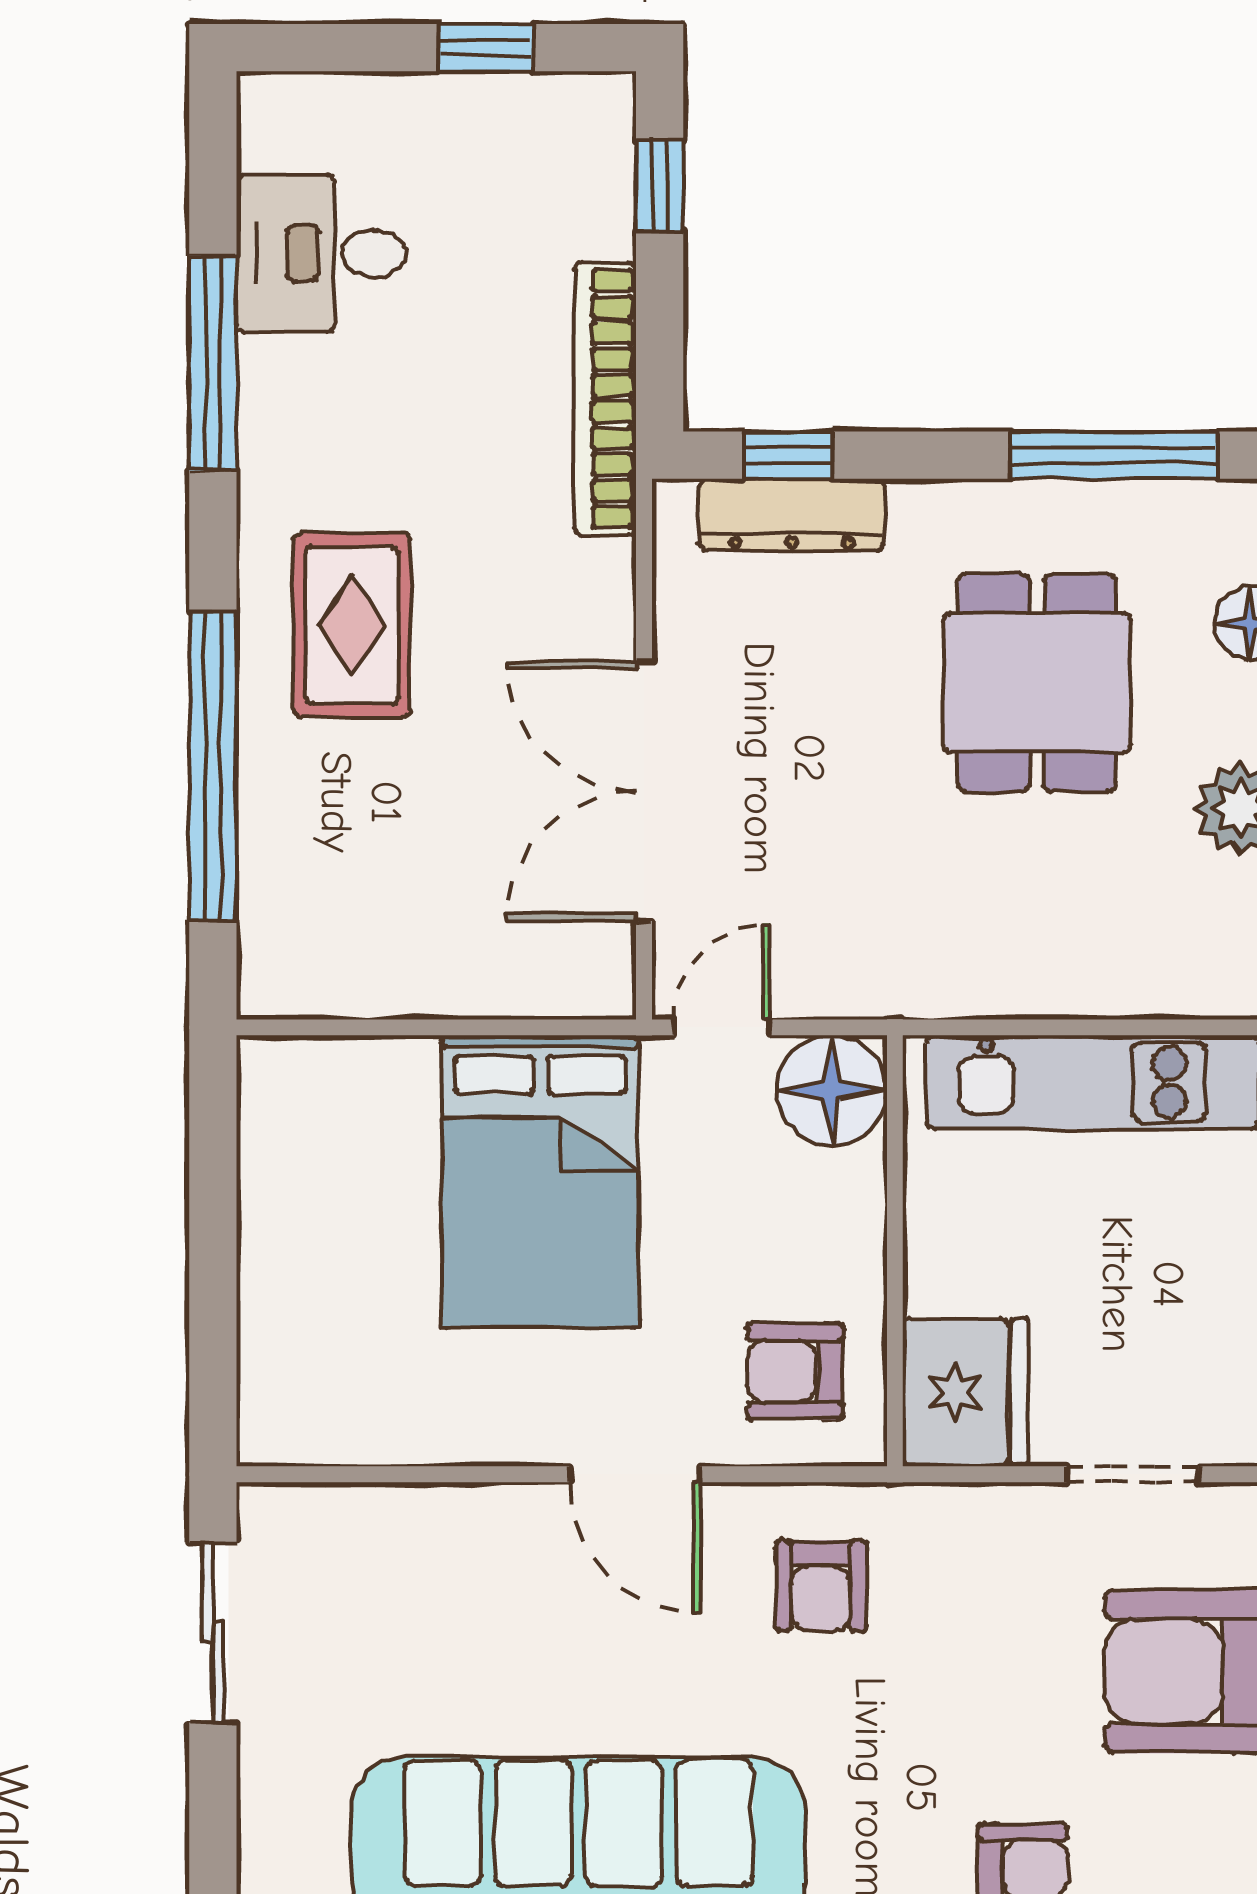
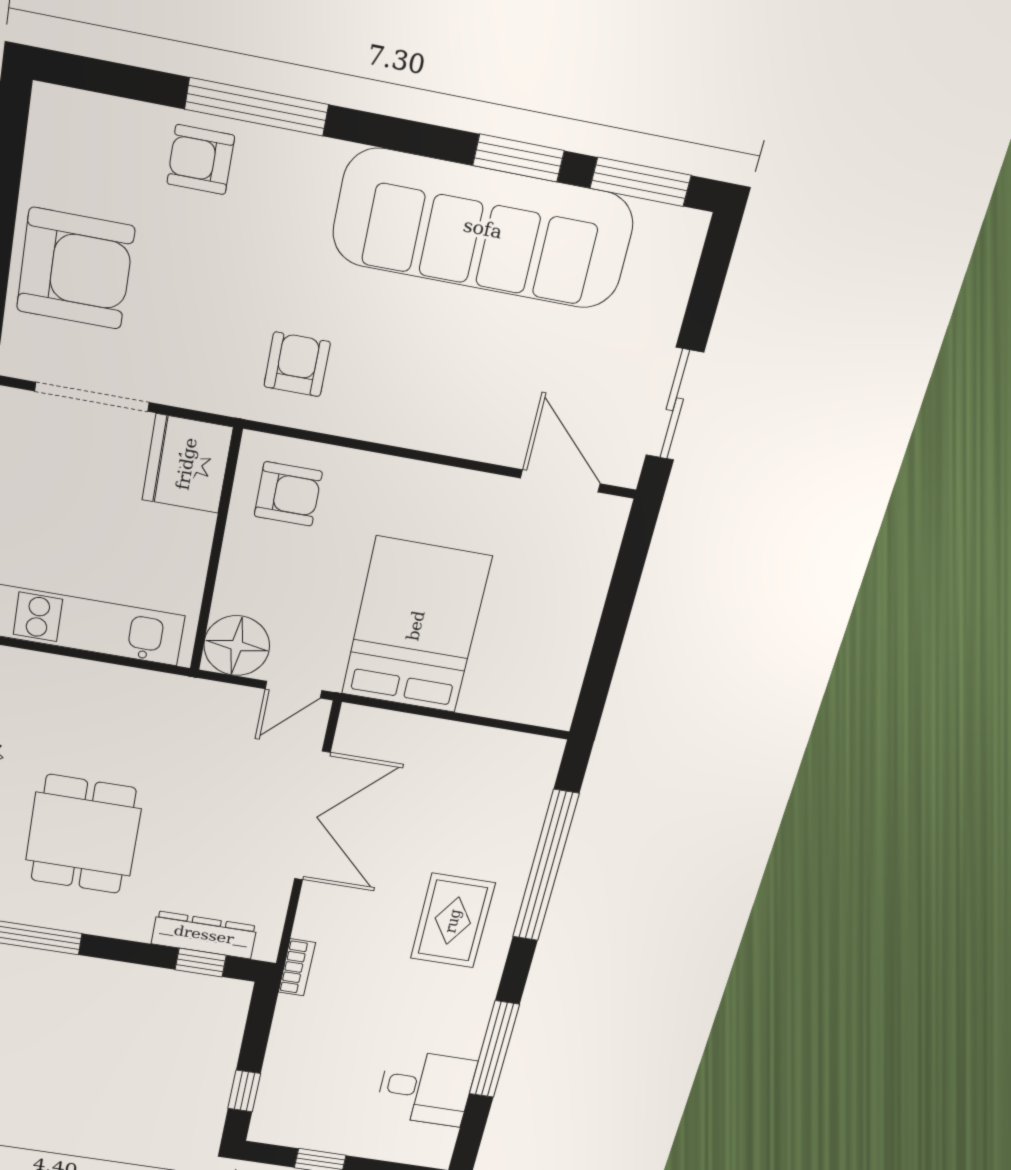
bookcase: (605, 399) -> (297, 967), width x0.43, depth x0.76
door: (634, 1474) -> (560, 481), moved
doorway: (1133, 1474) -> (92, 397), width x1.38

